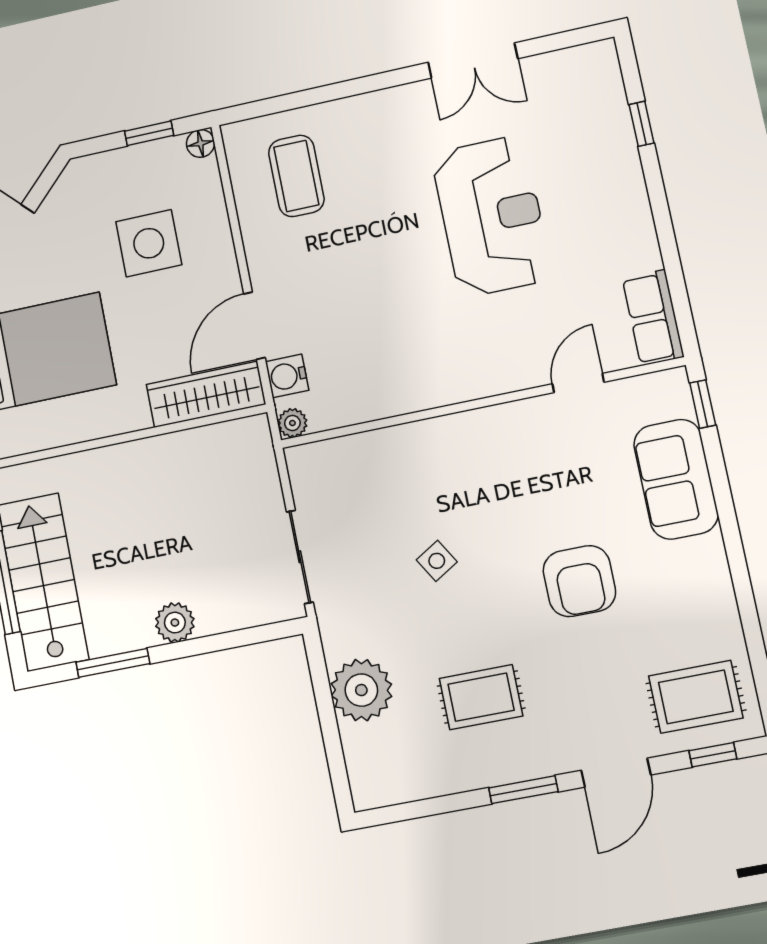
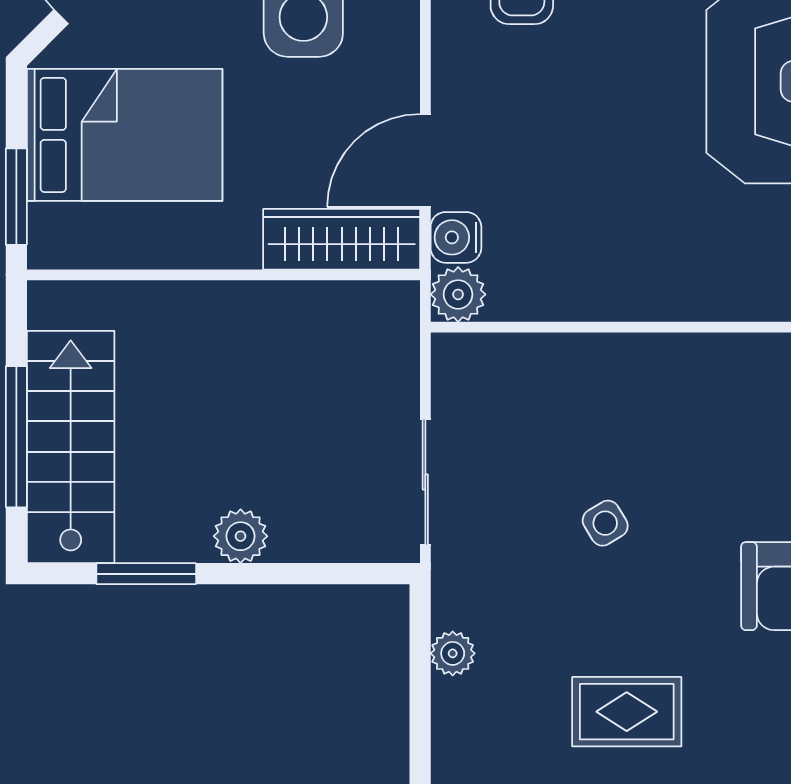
plant: (292, 423) -> (458, 294), width x1.38, depth x1.38
plant: (361, 690) -> (453, 653), width x0.53, depth x0.53

